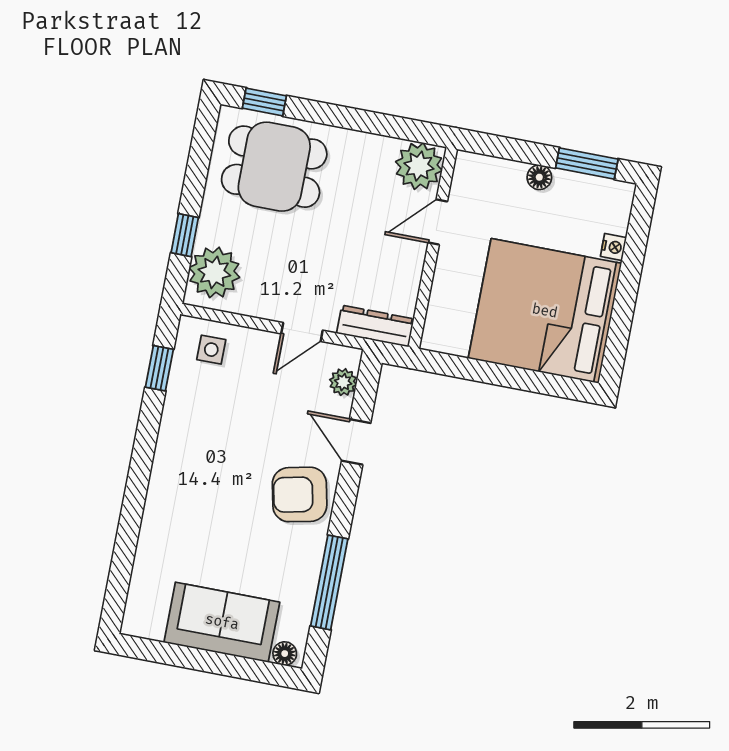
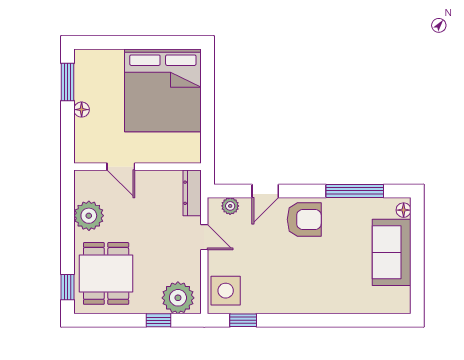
plant: (419, 166) -> (89, 216), moved
nightstand: (613, 247) -> (116, 56), removed
side table: (211, 350) -> (226, 291), width x1.87, depth x1.87
armchair: (300, 494) -> (304, 219), turned -78

